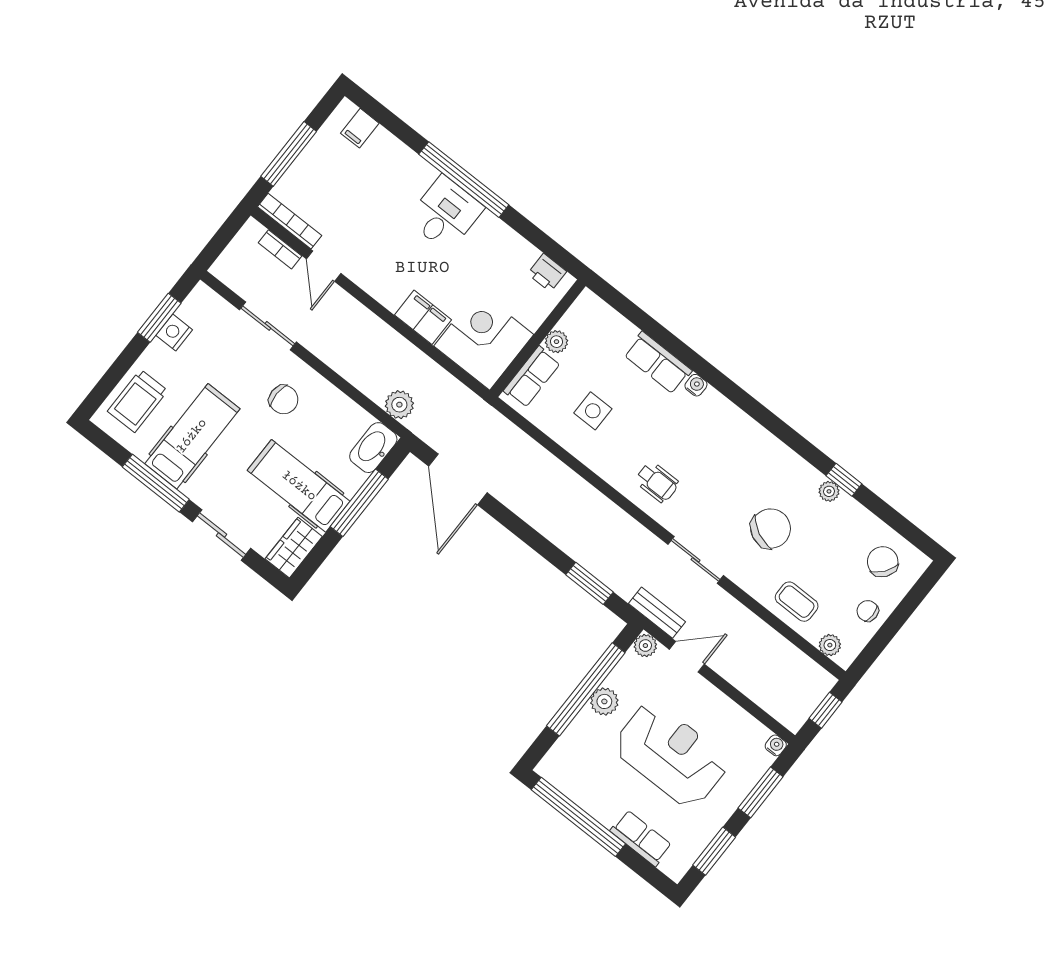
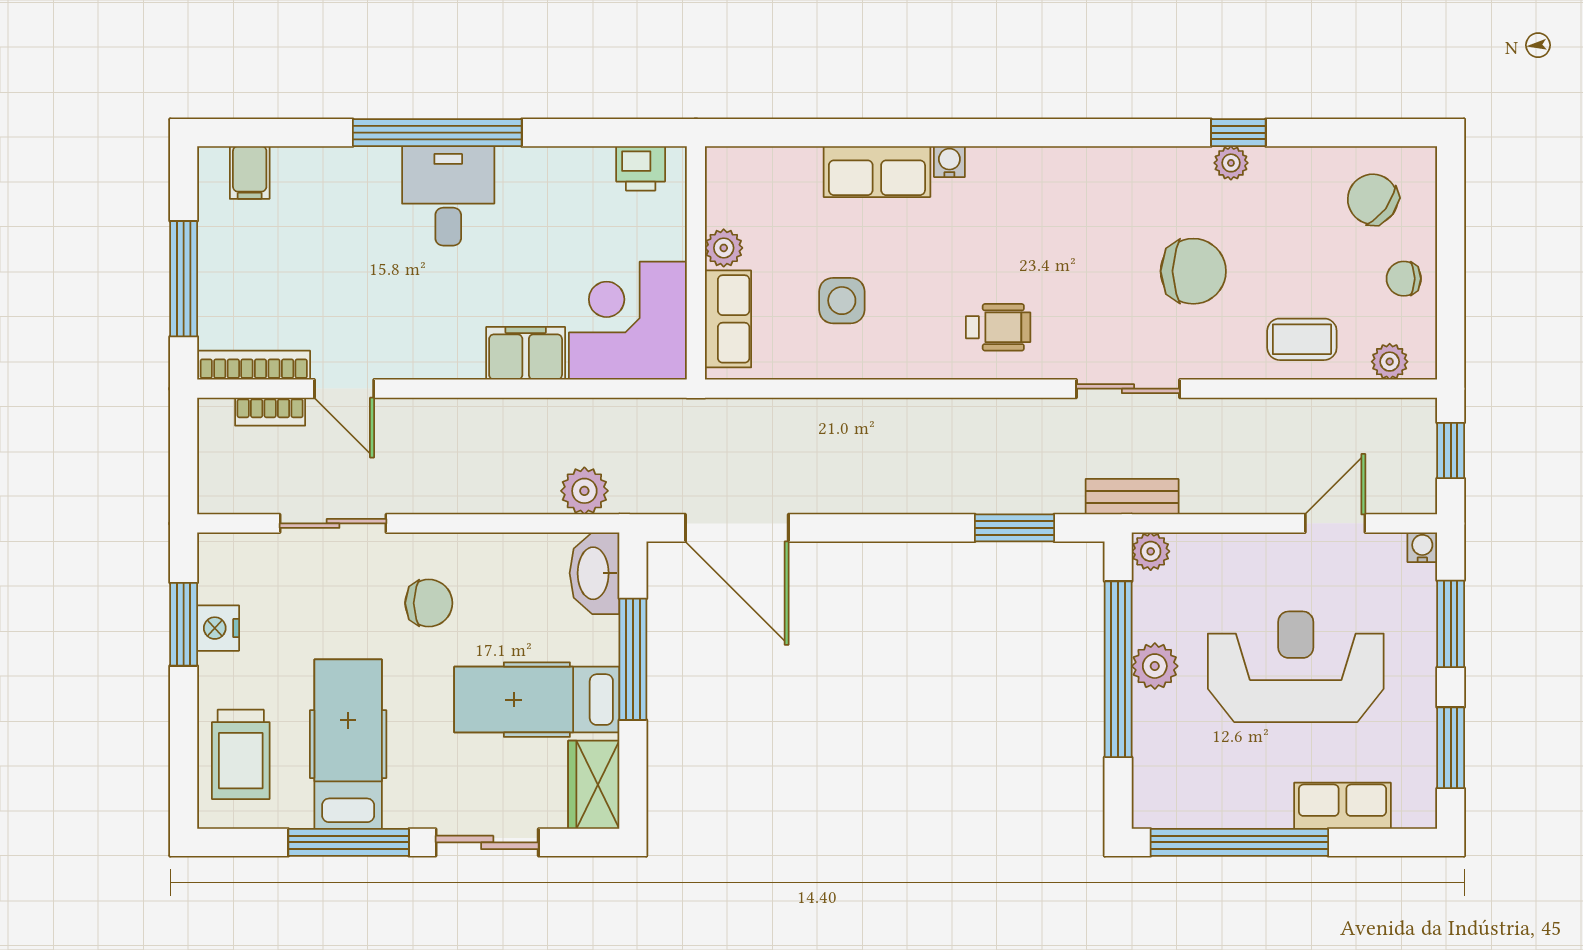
chair: (771, 529) -> (1193, 271), turned 64
door: (687, 657) -> (1335, 523), moved

